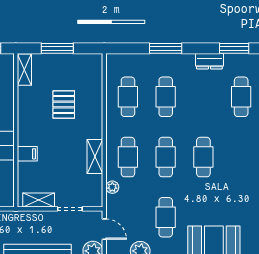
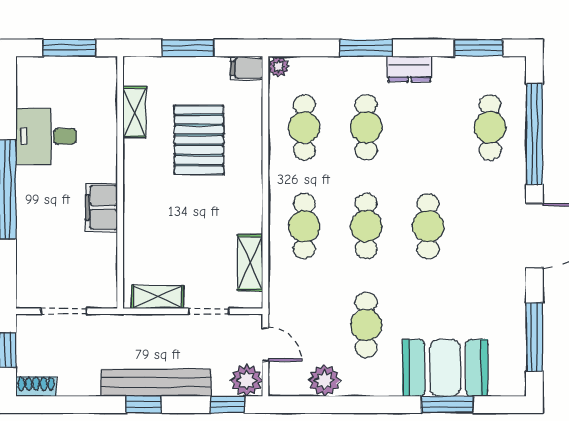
dresser: (209, 61) -> (409, 69), moved
shelving: (24, 70) -> (134, 112), moved
pallet: (64, 105) -> (199, 140), width x1.50, depth x1.42
filing cabinet: (27, 154) -> (247, 68), moved, turned 180
shelving: (95, 157) -> (250, 263), moved
plant: (112, 187) -> (279, 66), moved

